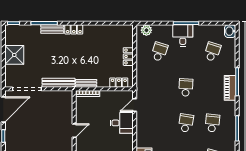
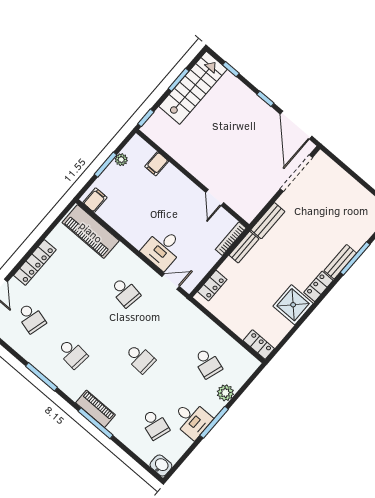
plant: (146, 30) -> (225, 393), moved
desk: (183, 35) -> (192, 419), moved
shower: (14, 55) -> (293, 305), moved
locker: (128, 57) -> (259, 345), moved
bench: (58, 83) -> (268, 221), width x0.73
door: (135, 105) -> (171, 281), hinge flipped
school desk: (186, 123) -> (125, 292), moved
door: (74, 131) -> (215, 197), moved

